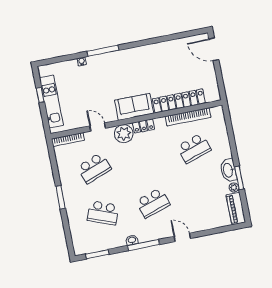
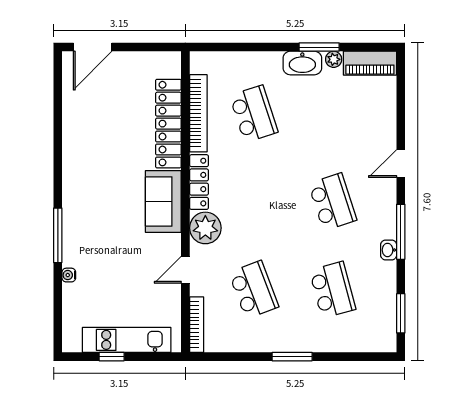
locker: (144, 126) -> (199, 182), width x1.53
school desk: (103, 213) -> (333, 290), turned -36

